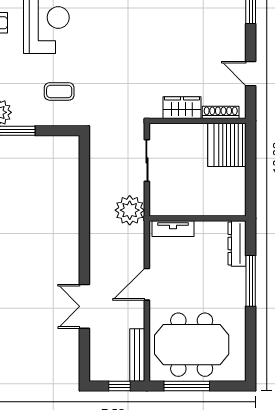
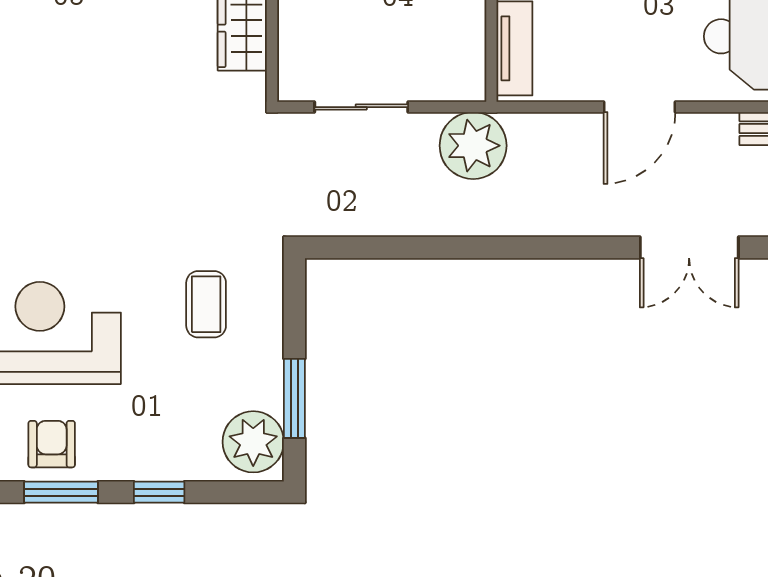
door: (147, 284) -> (640, 107), hinge flipped

